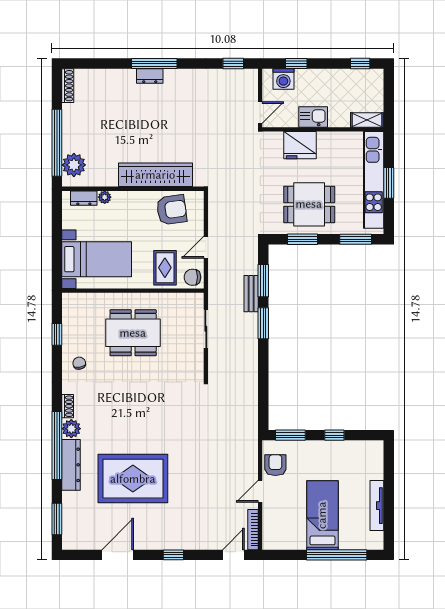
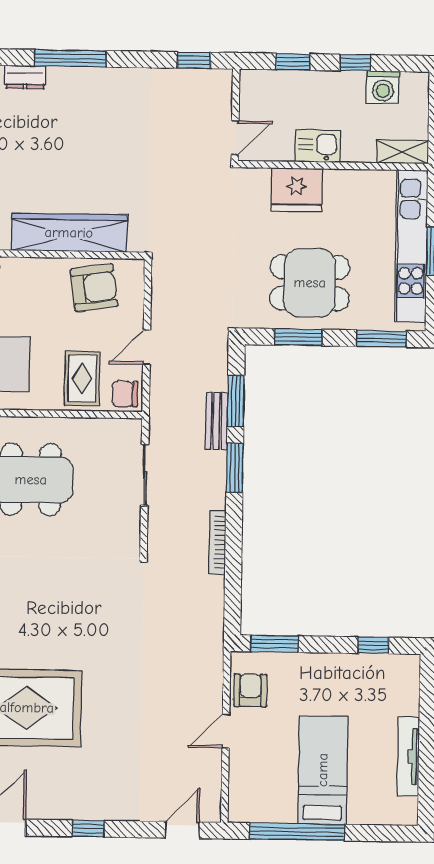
window: (360, 64) -> (355, 63), moved
dresser: (150, 76) -> (25, 77), moved
washing machine: (283, 79) -> (383, 87), moved
window: (334, 435) -> (373, 645), moved
bookcase: (253, 530) -> (217, 542), moved
window: (337, 555) -> (297, 832), moved

